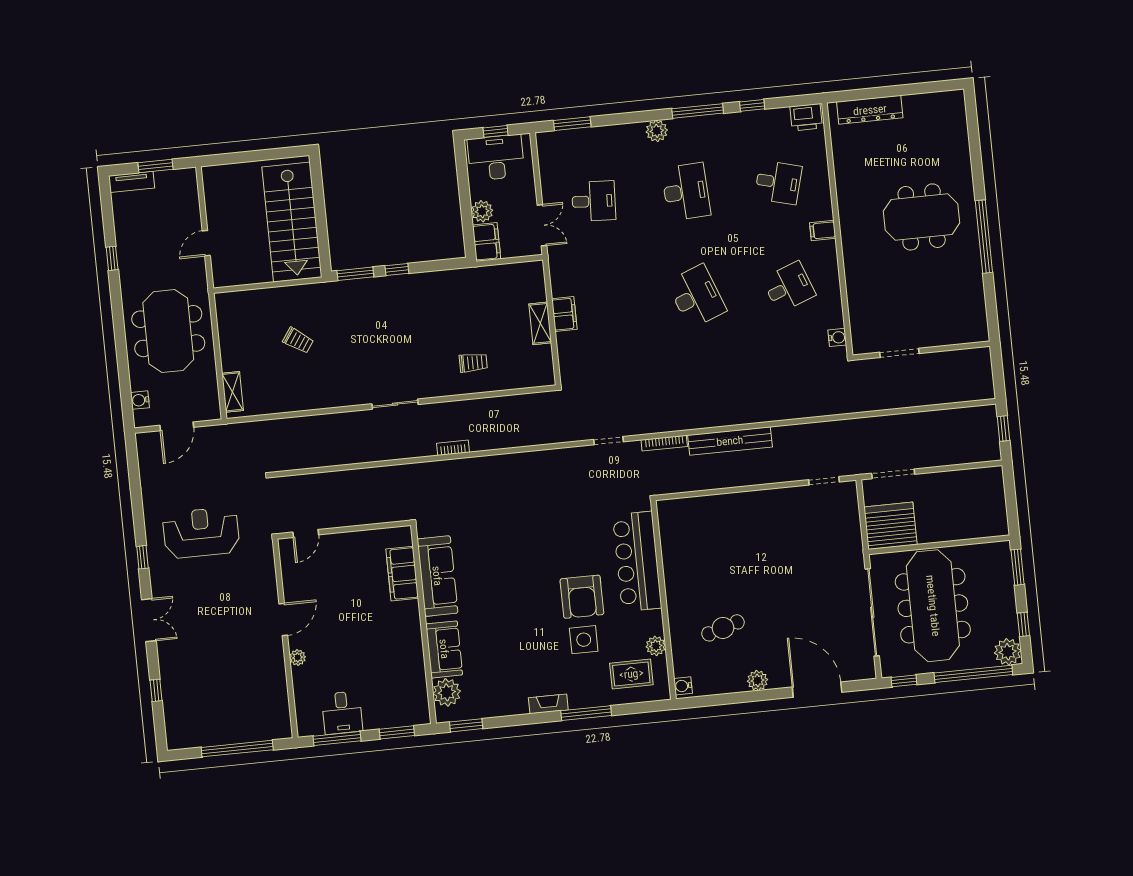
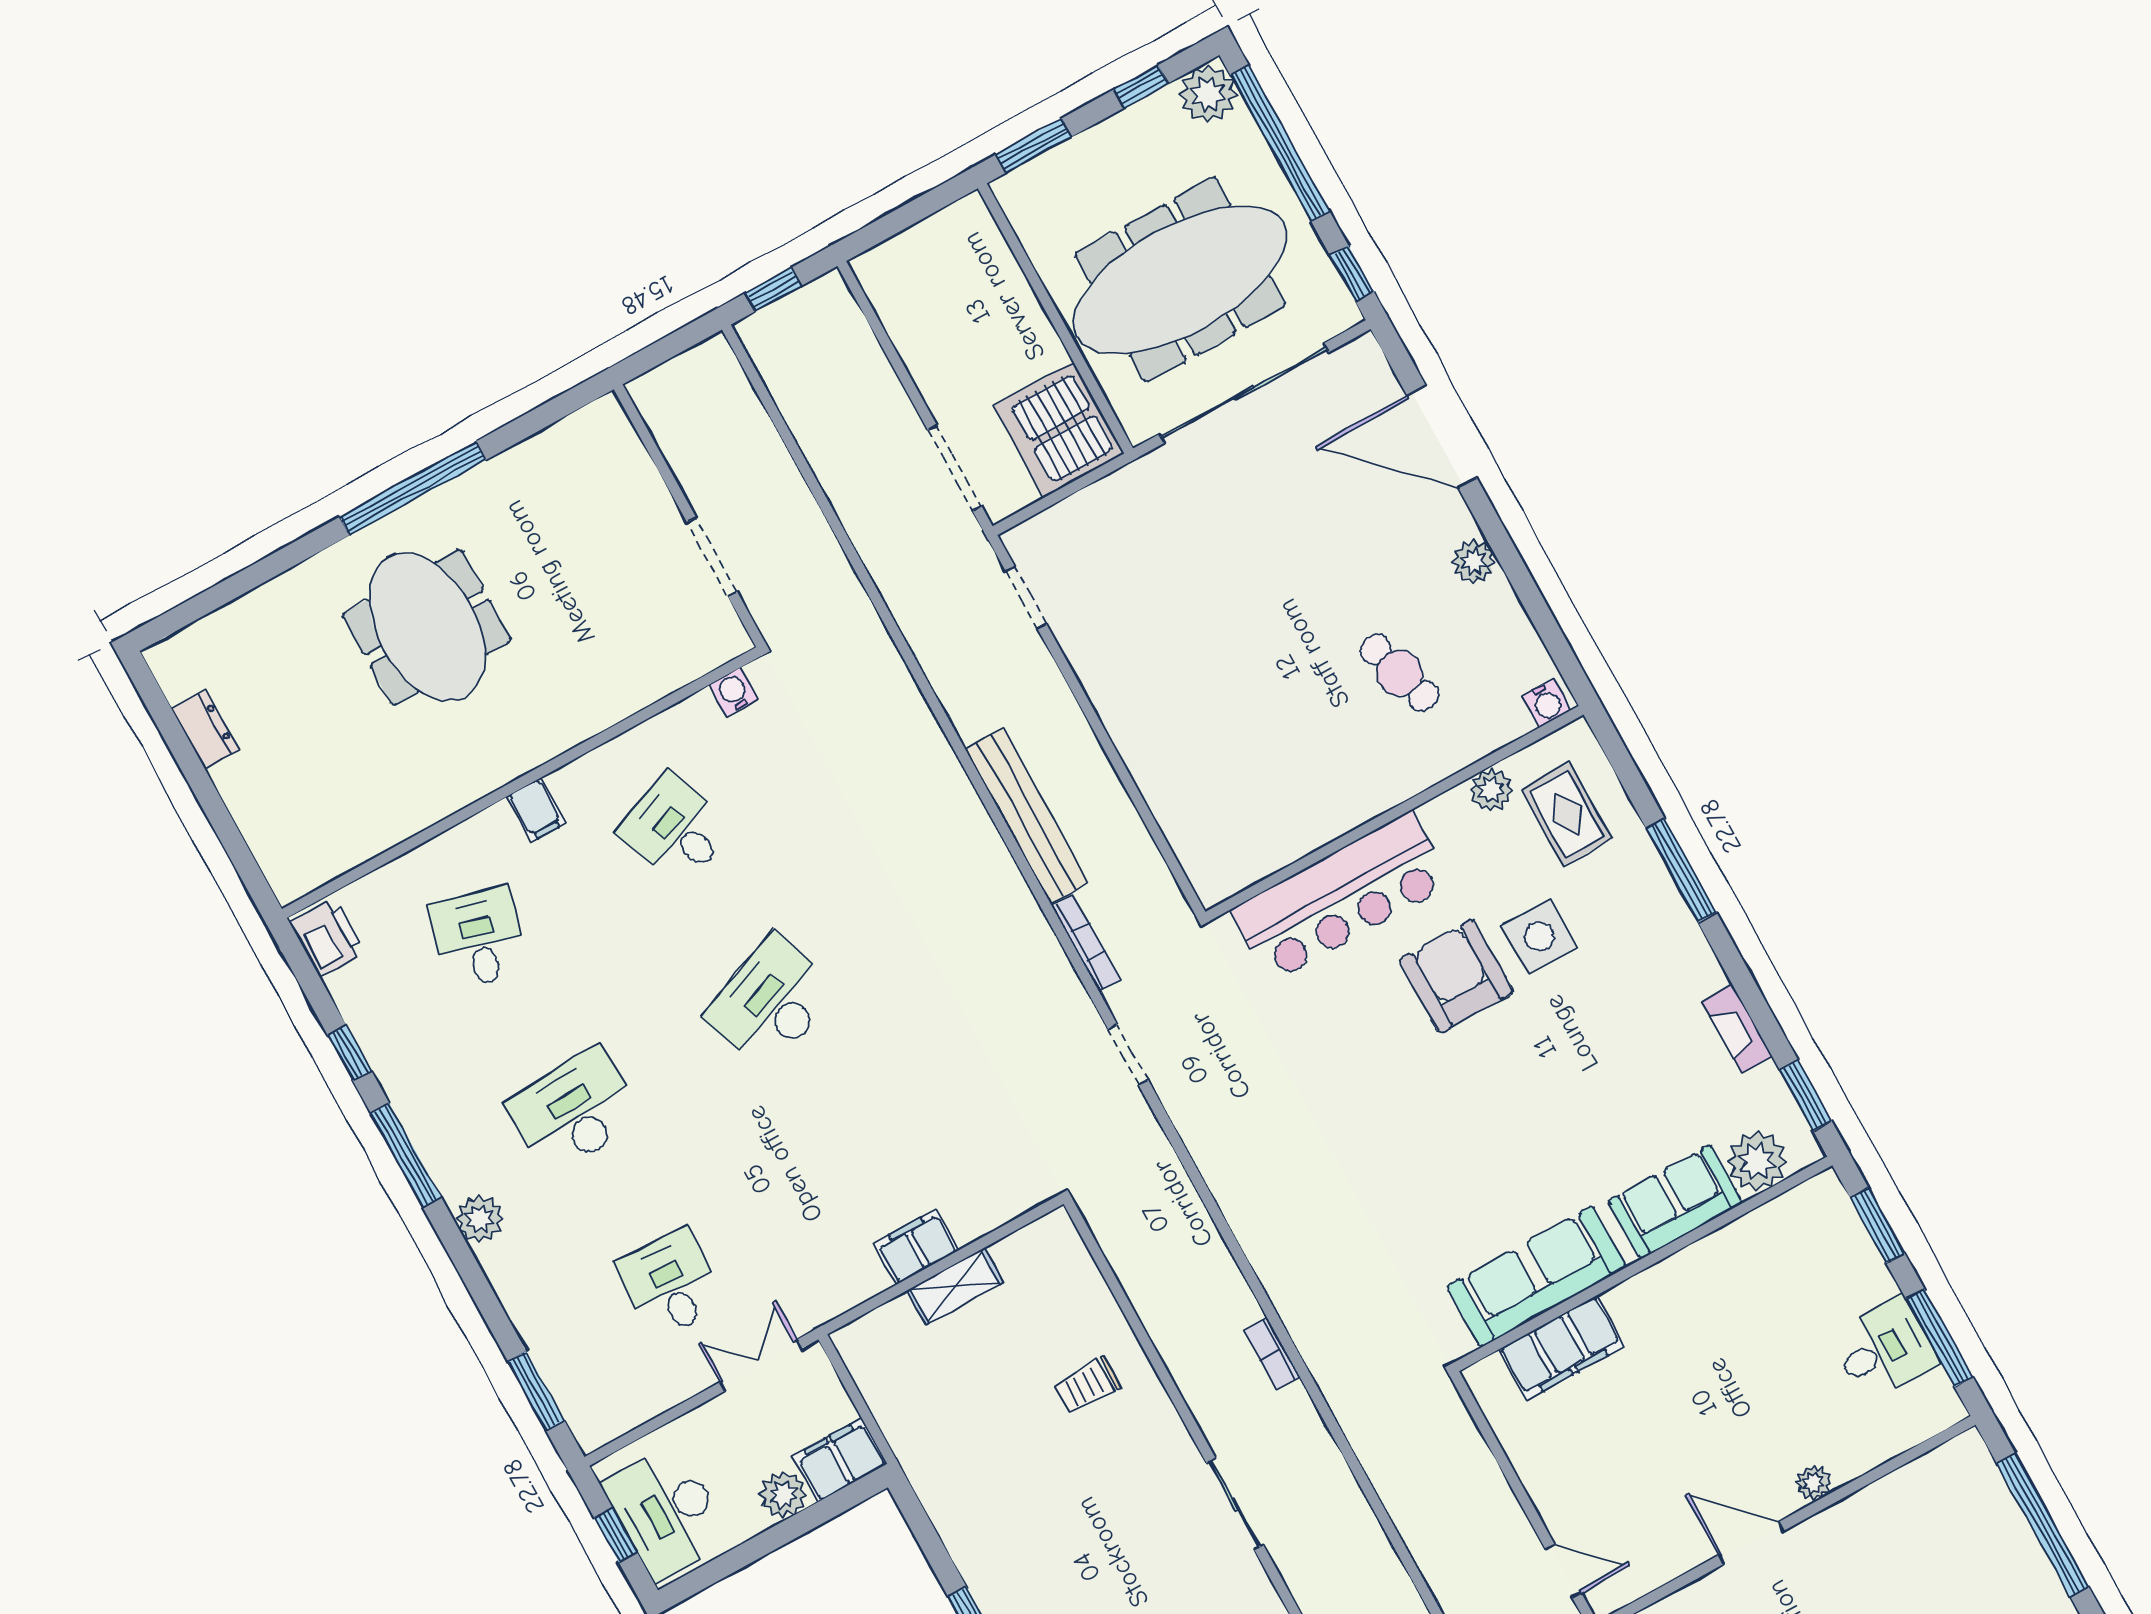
dresser: (870, 110) -> (205, 730), moved, width x0.51, depth x0.80
trolley: (473, 363) -> (1088, 1385), turned -90
armchair: (582, 597) -> (1456, 976), turned -90
door: (817, 690) -> (1442, 437), hinge flipped
fireplace: (548, 704) -> (1737, 1029), moved

